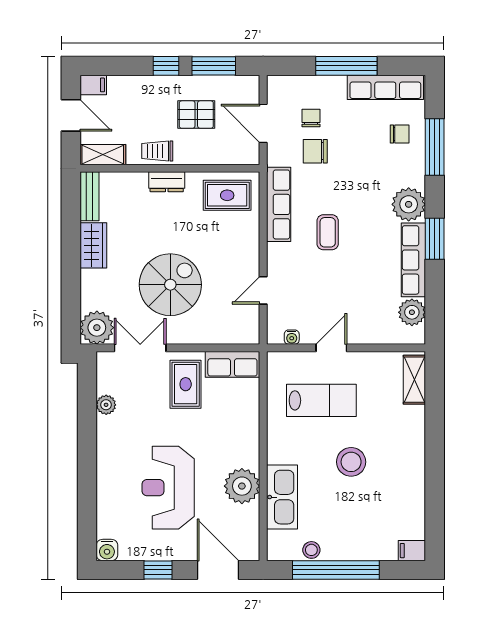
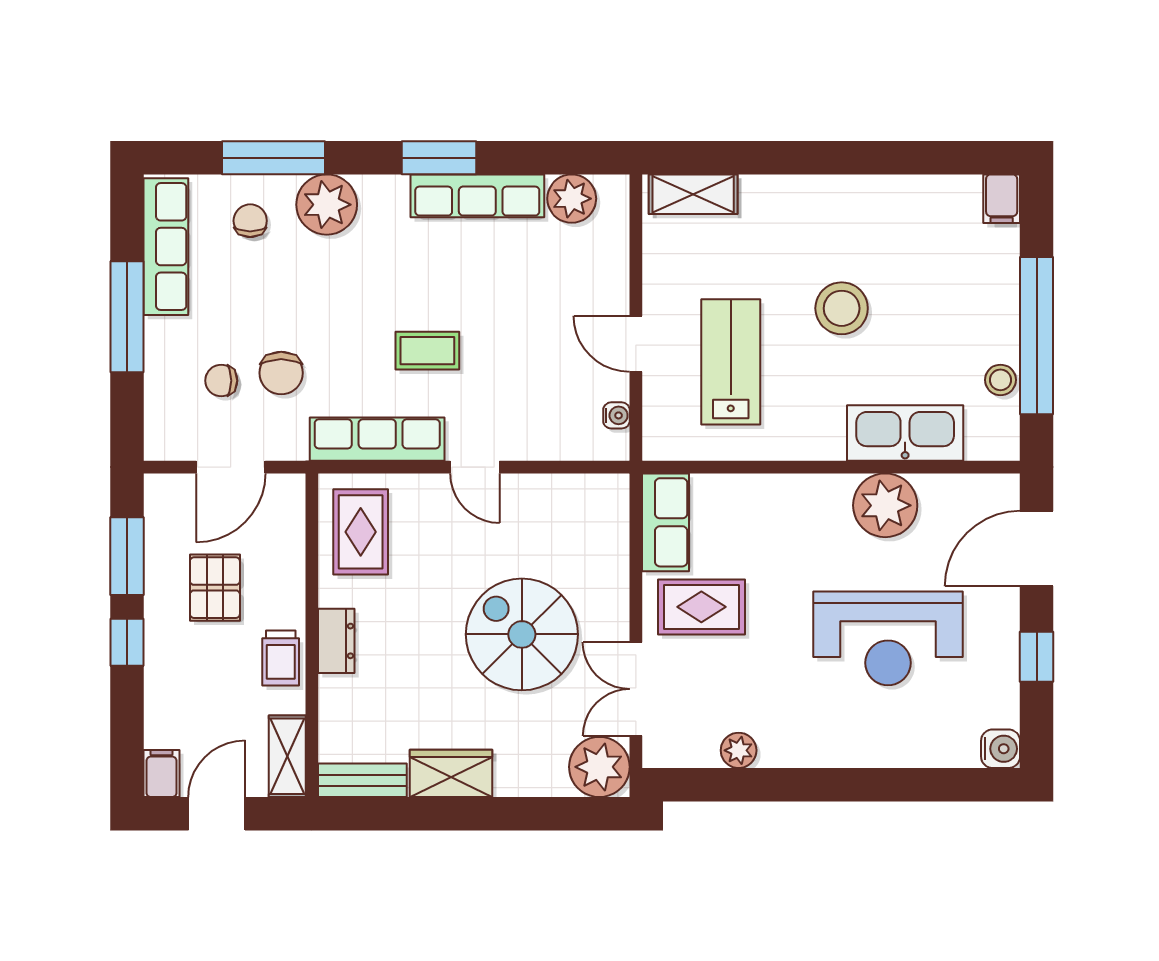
plant: (409, 204) -> (327, 205), moved
door: (263, 290) -> (475, 467), moved

